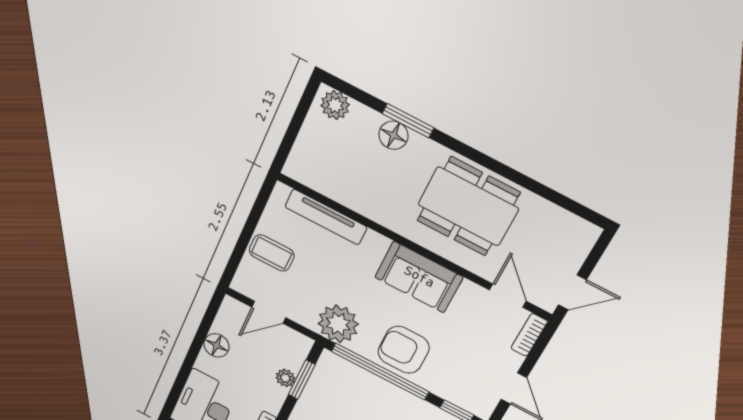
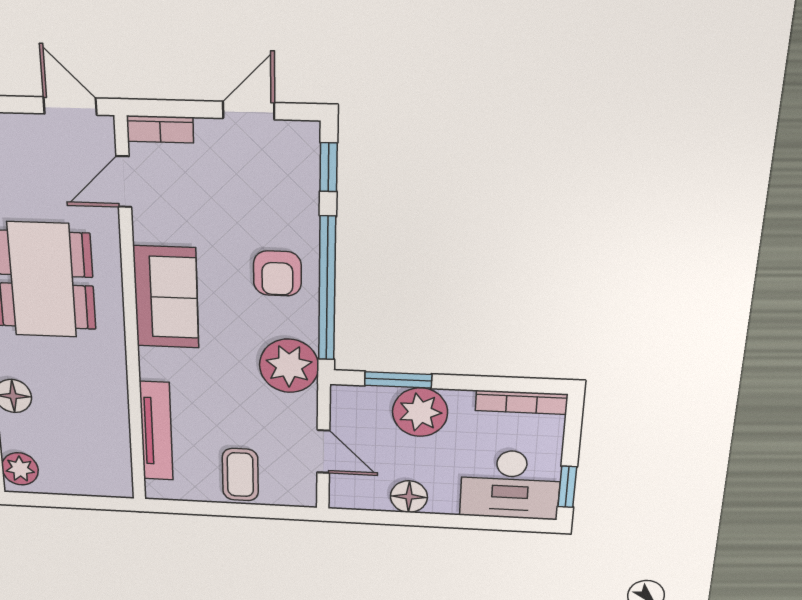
armchair: (404, 350) -> (277, 273), width x0.72, depth x0.72
plant: (285, 378) -> (420, 412), width x1.88, depth x1.88

